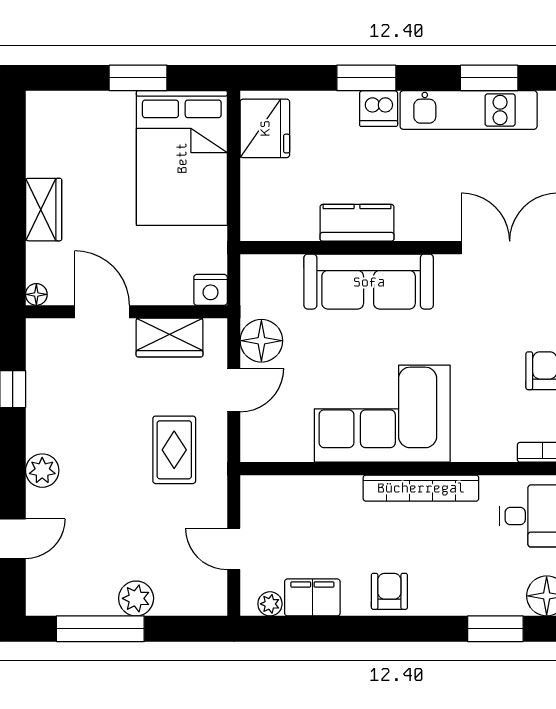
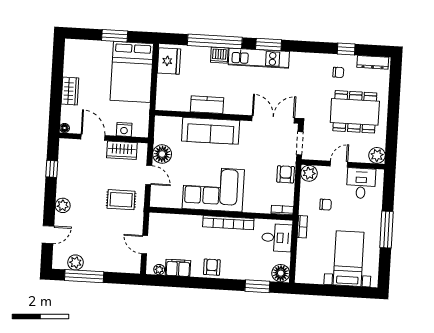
window: (366, 78) -> (215, 41), width x2.11
nightstand: (211, 290) -> (124, 129), moved
door: (234, 390) -> (149, 175), hinge flipped
rug: (174, 450) -> (121, 200), turned 90
plant: (136, 598) -> (76, 262), moved

